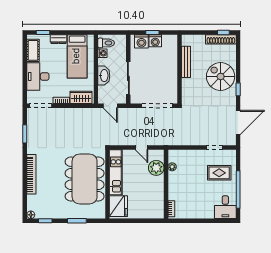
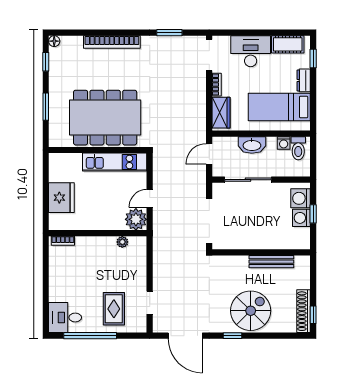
plant: (156, 168) -> (136, 219), moved
fridge: (118, 206) -> (61, 198), moved, turned -90

